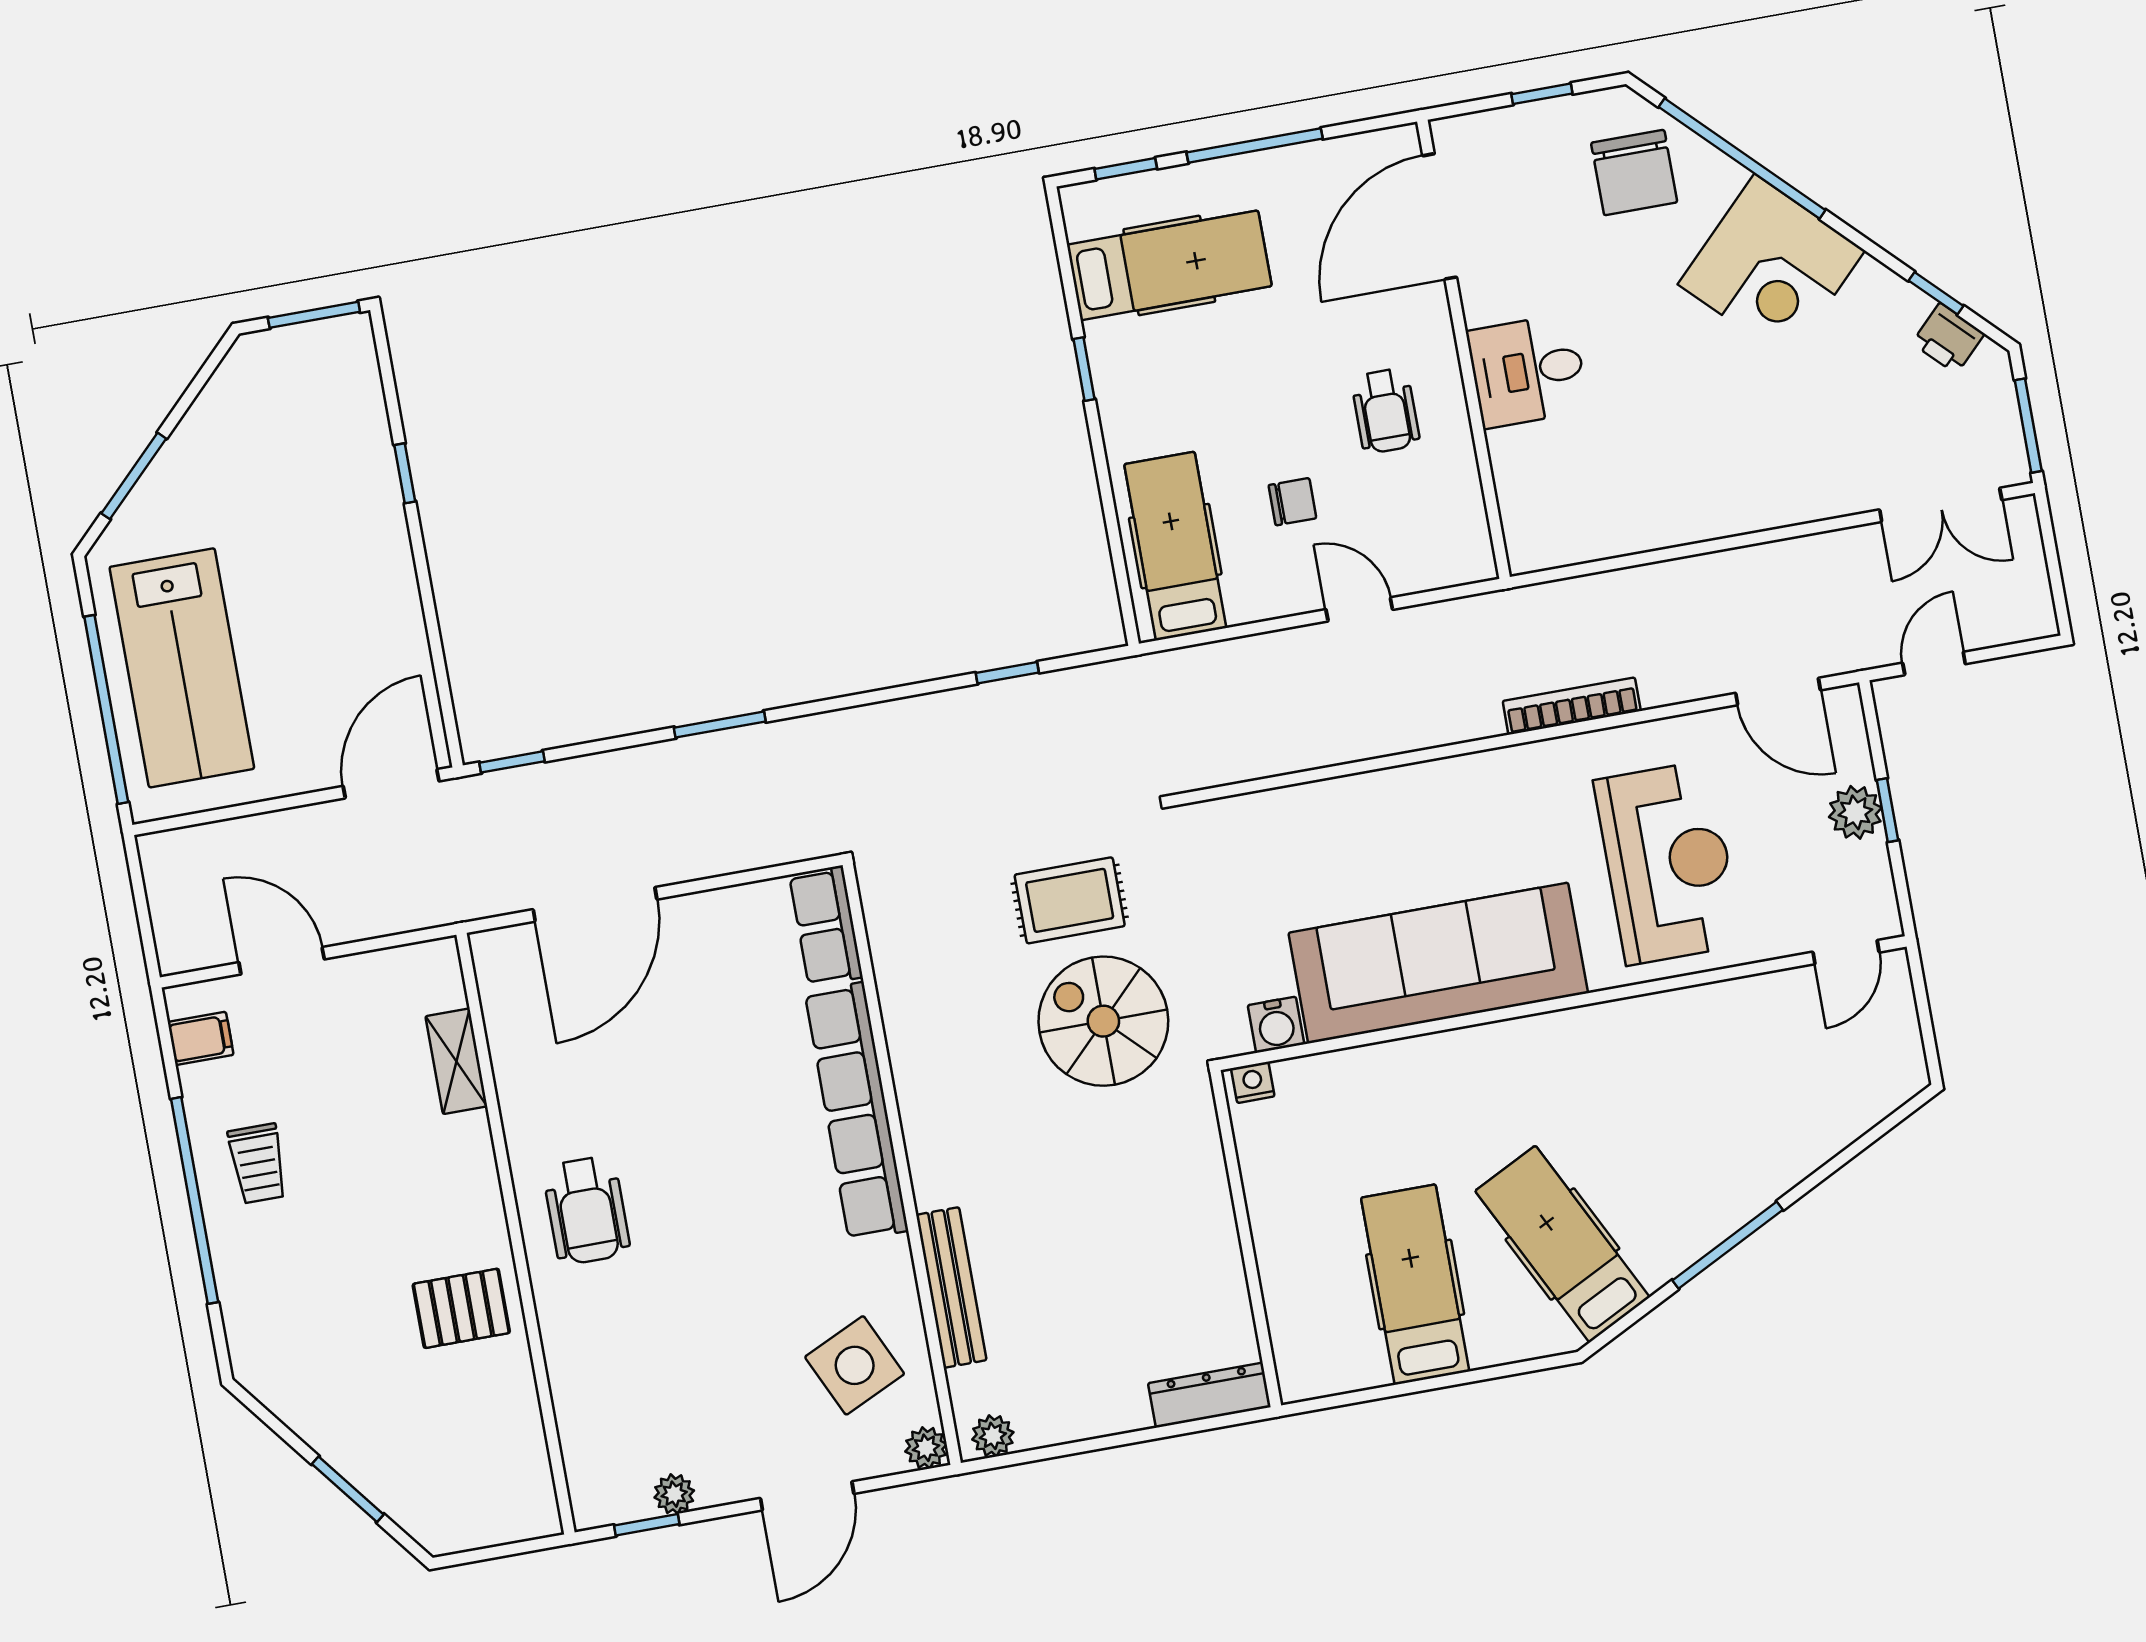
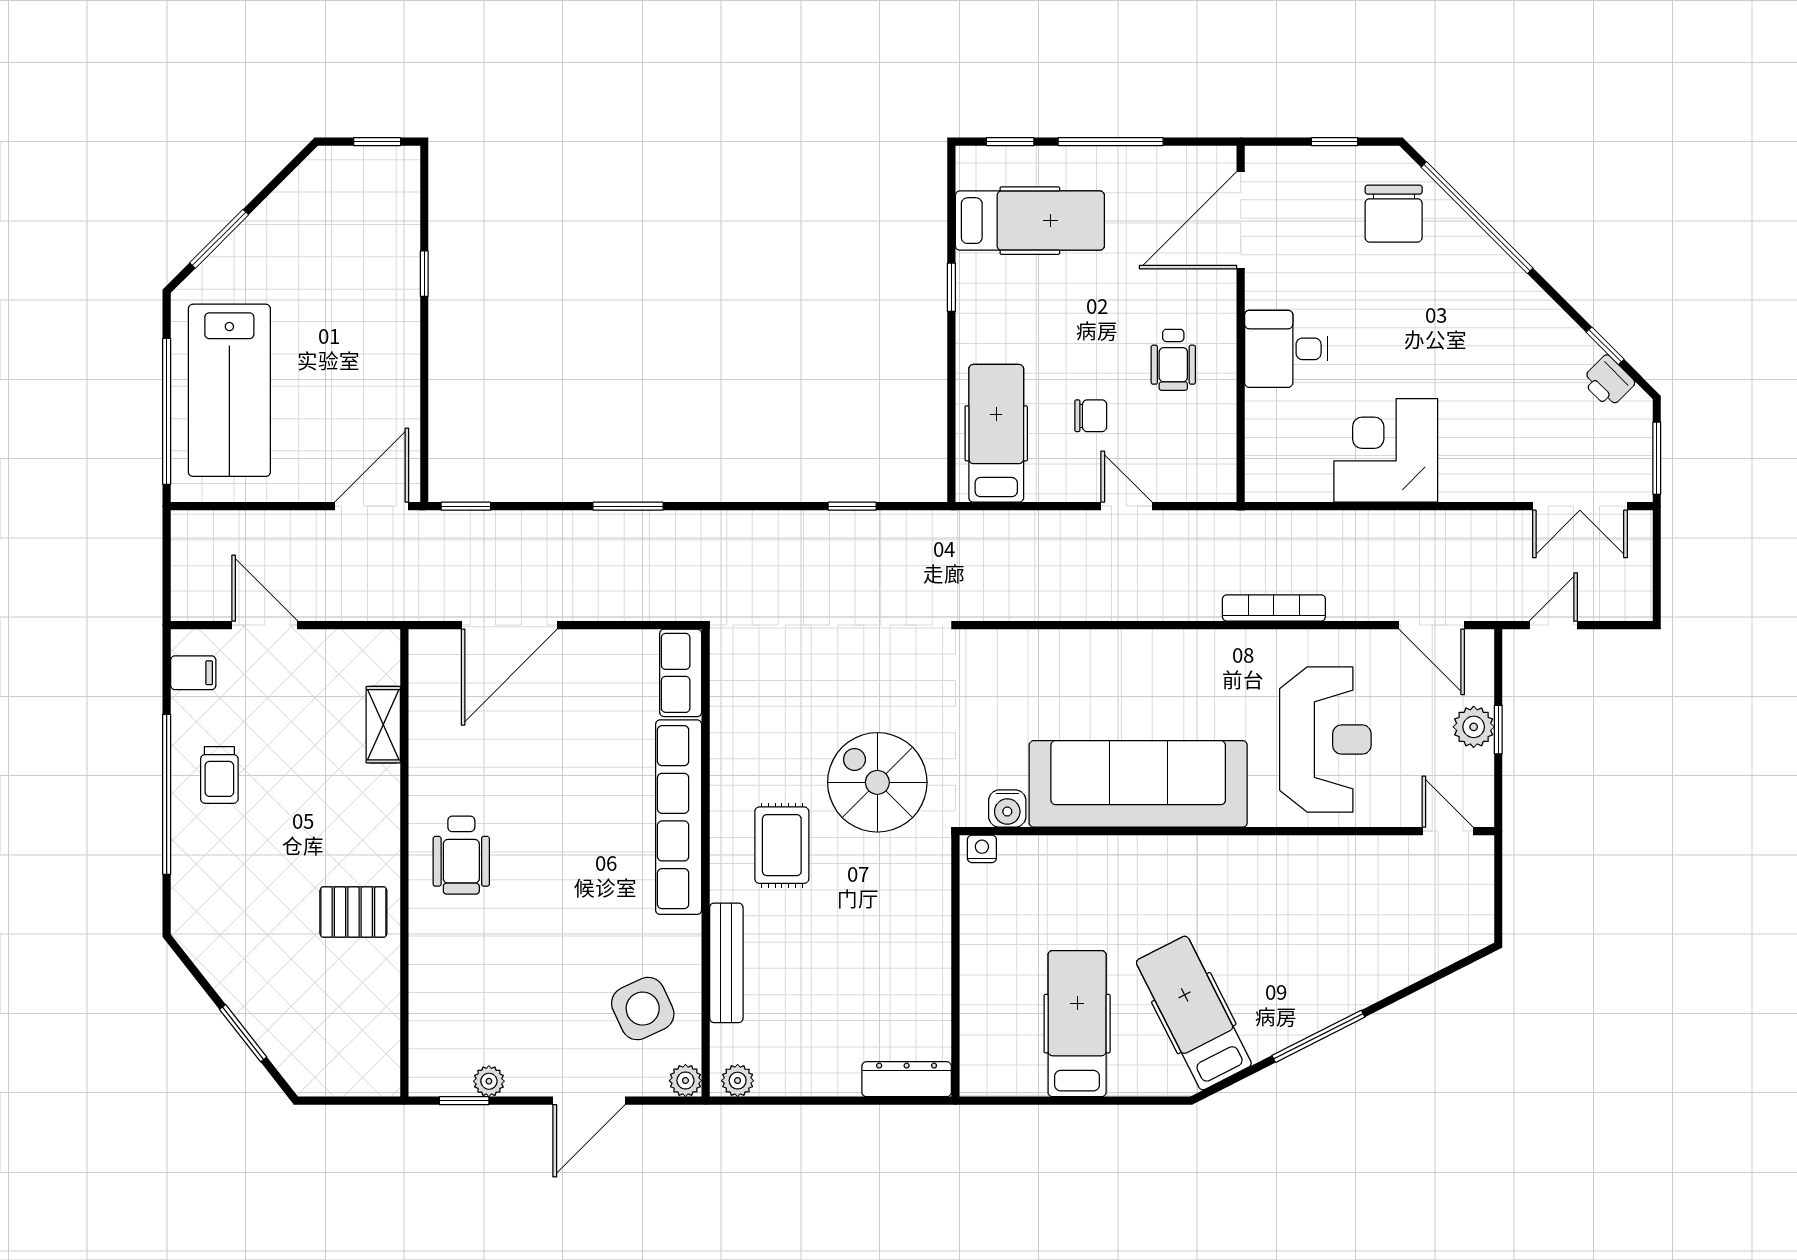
corner desk: (1771, 267) -> (1386, 450), moved, turned 135
window: (314, 315) -> (377, 142), width x0.67
rug: (1070, 900) -> (782, 845), moved, turned 90
door: (1846, 952) -> (1448, 831), swing flipped

